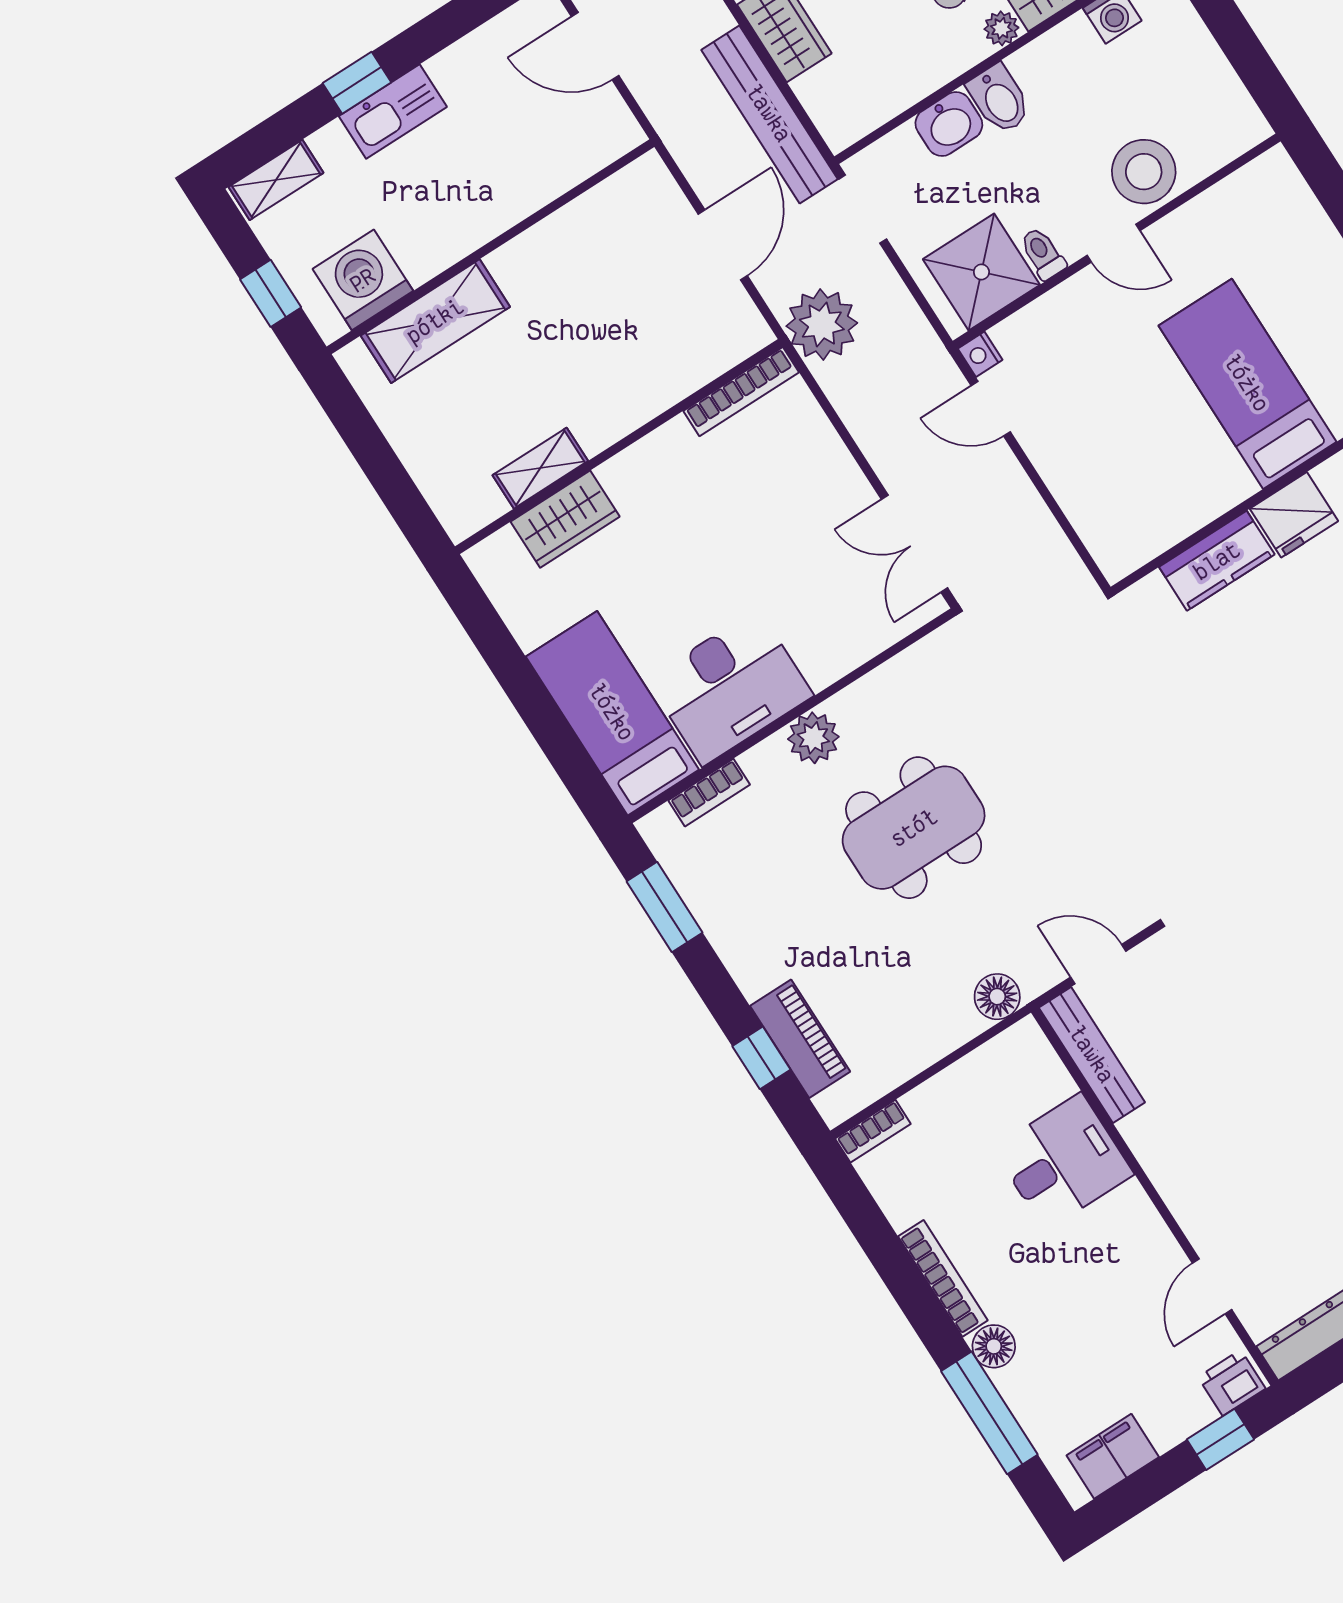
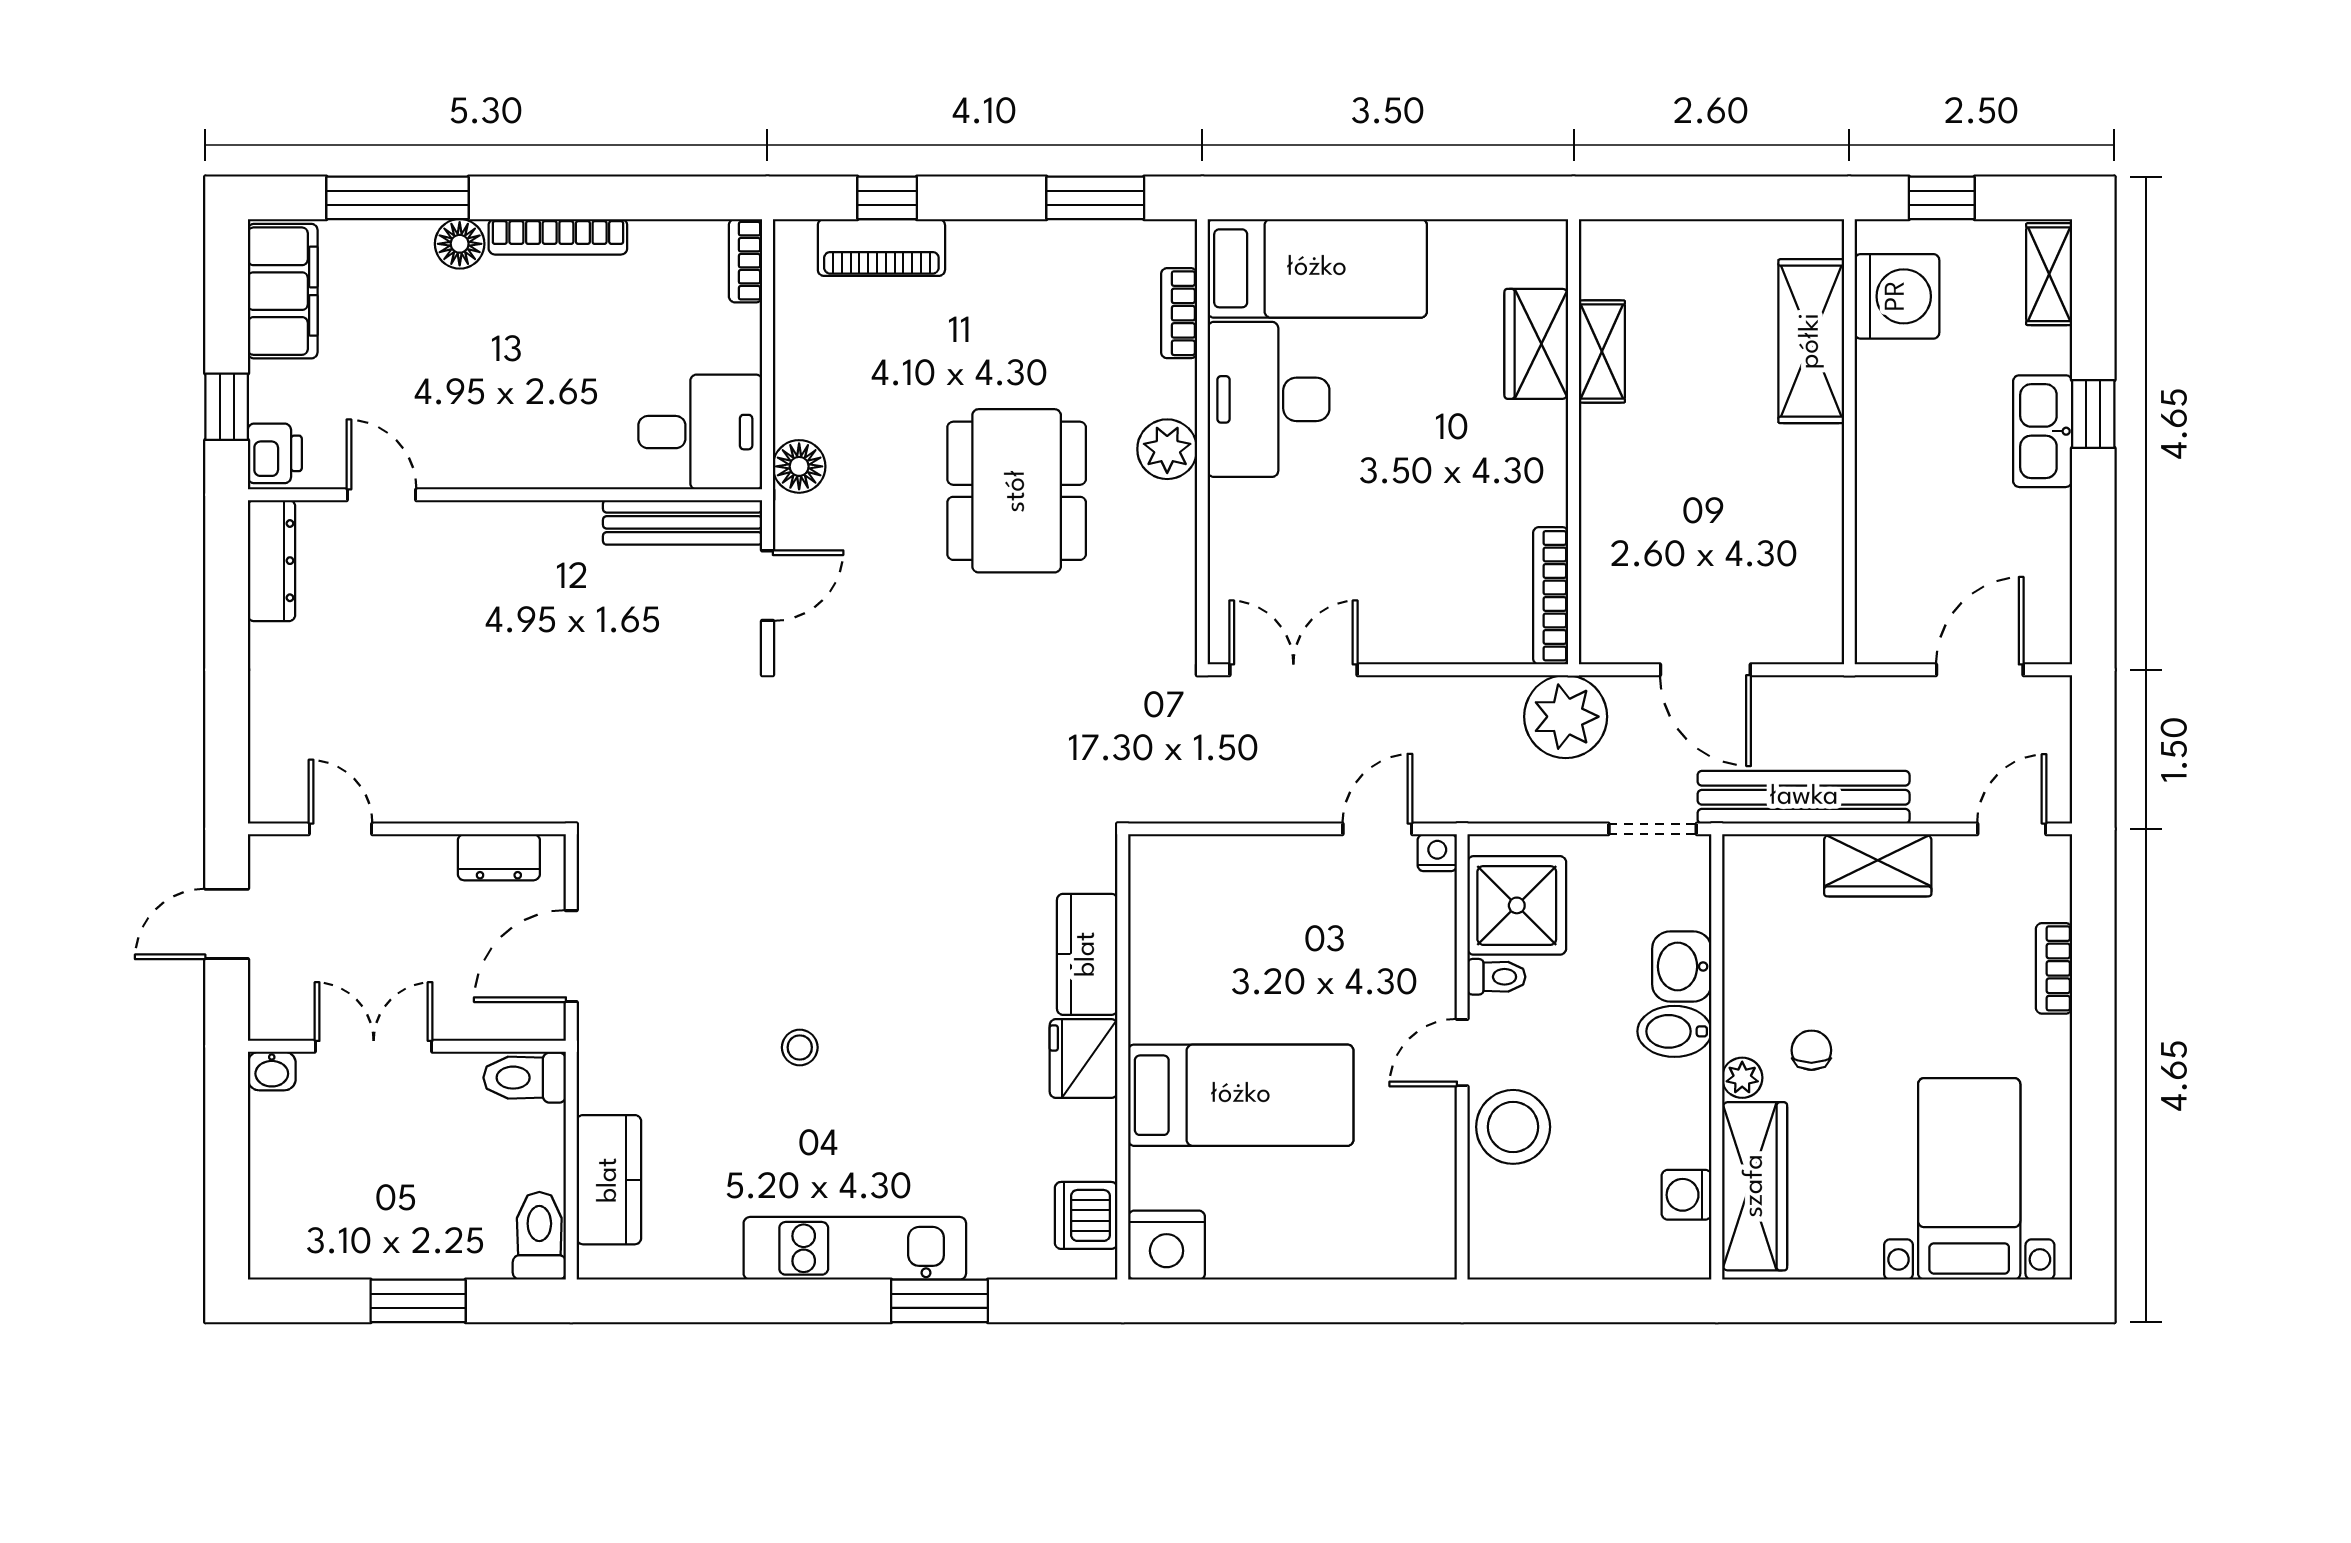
desk: (1063, 1162) -> (700, 432), moved, turned -90
filing cabinet: (1113, 1456) -> (283, 291), width x1.50, depth x1.17

